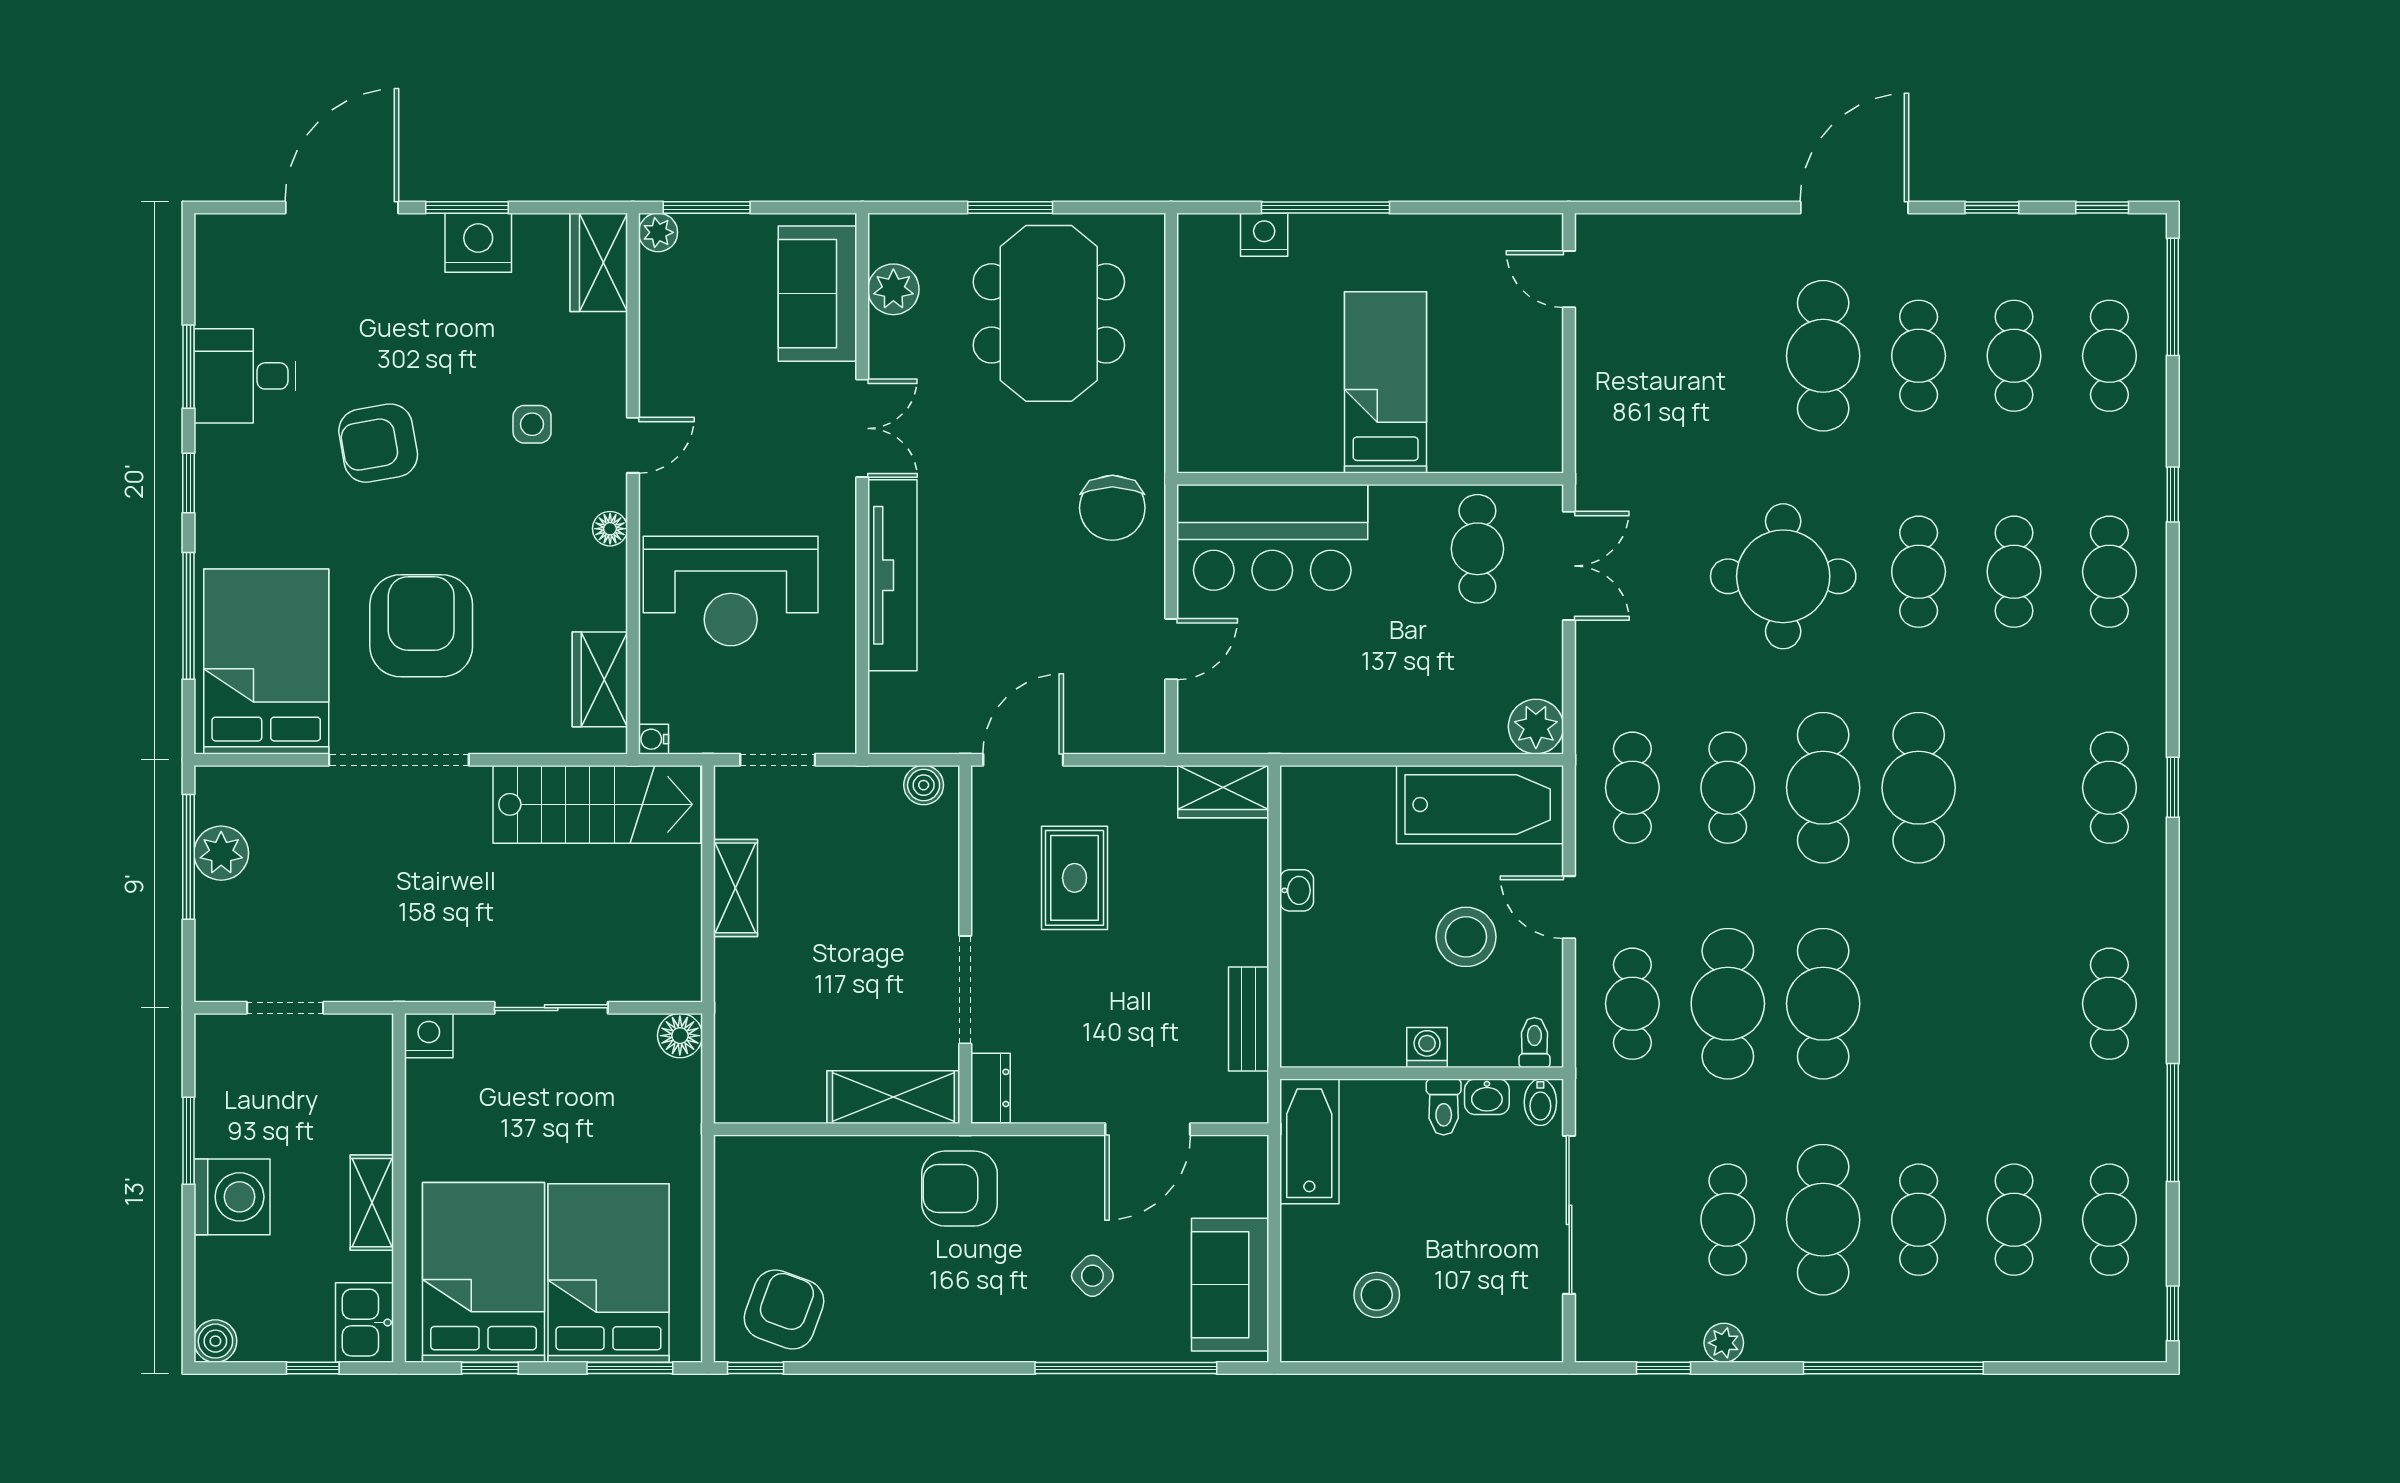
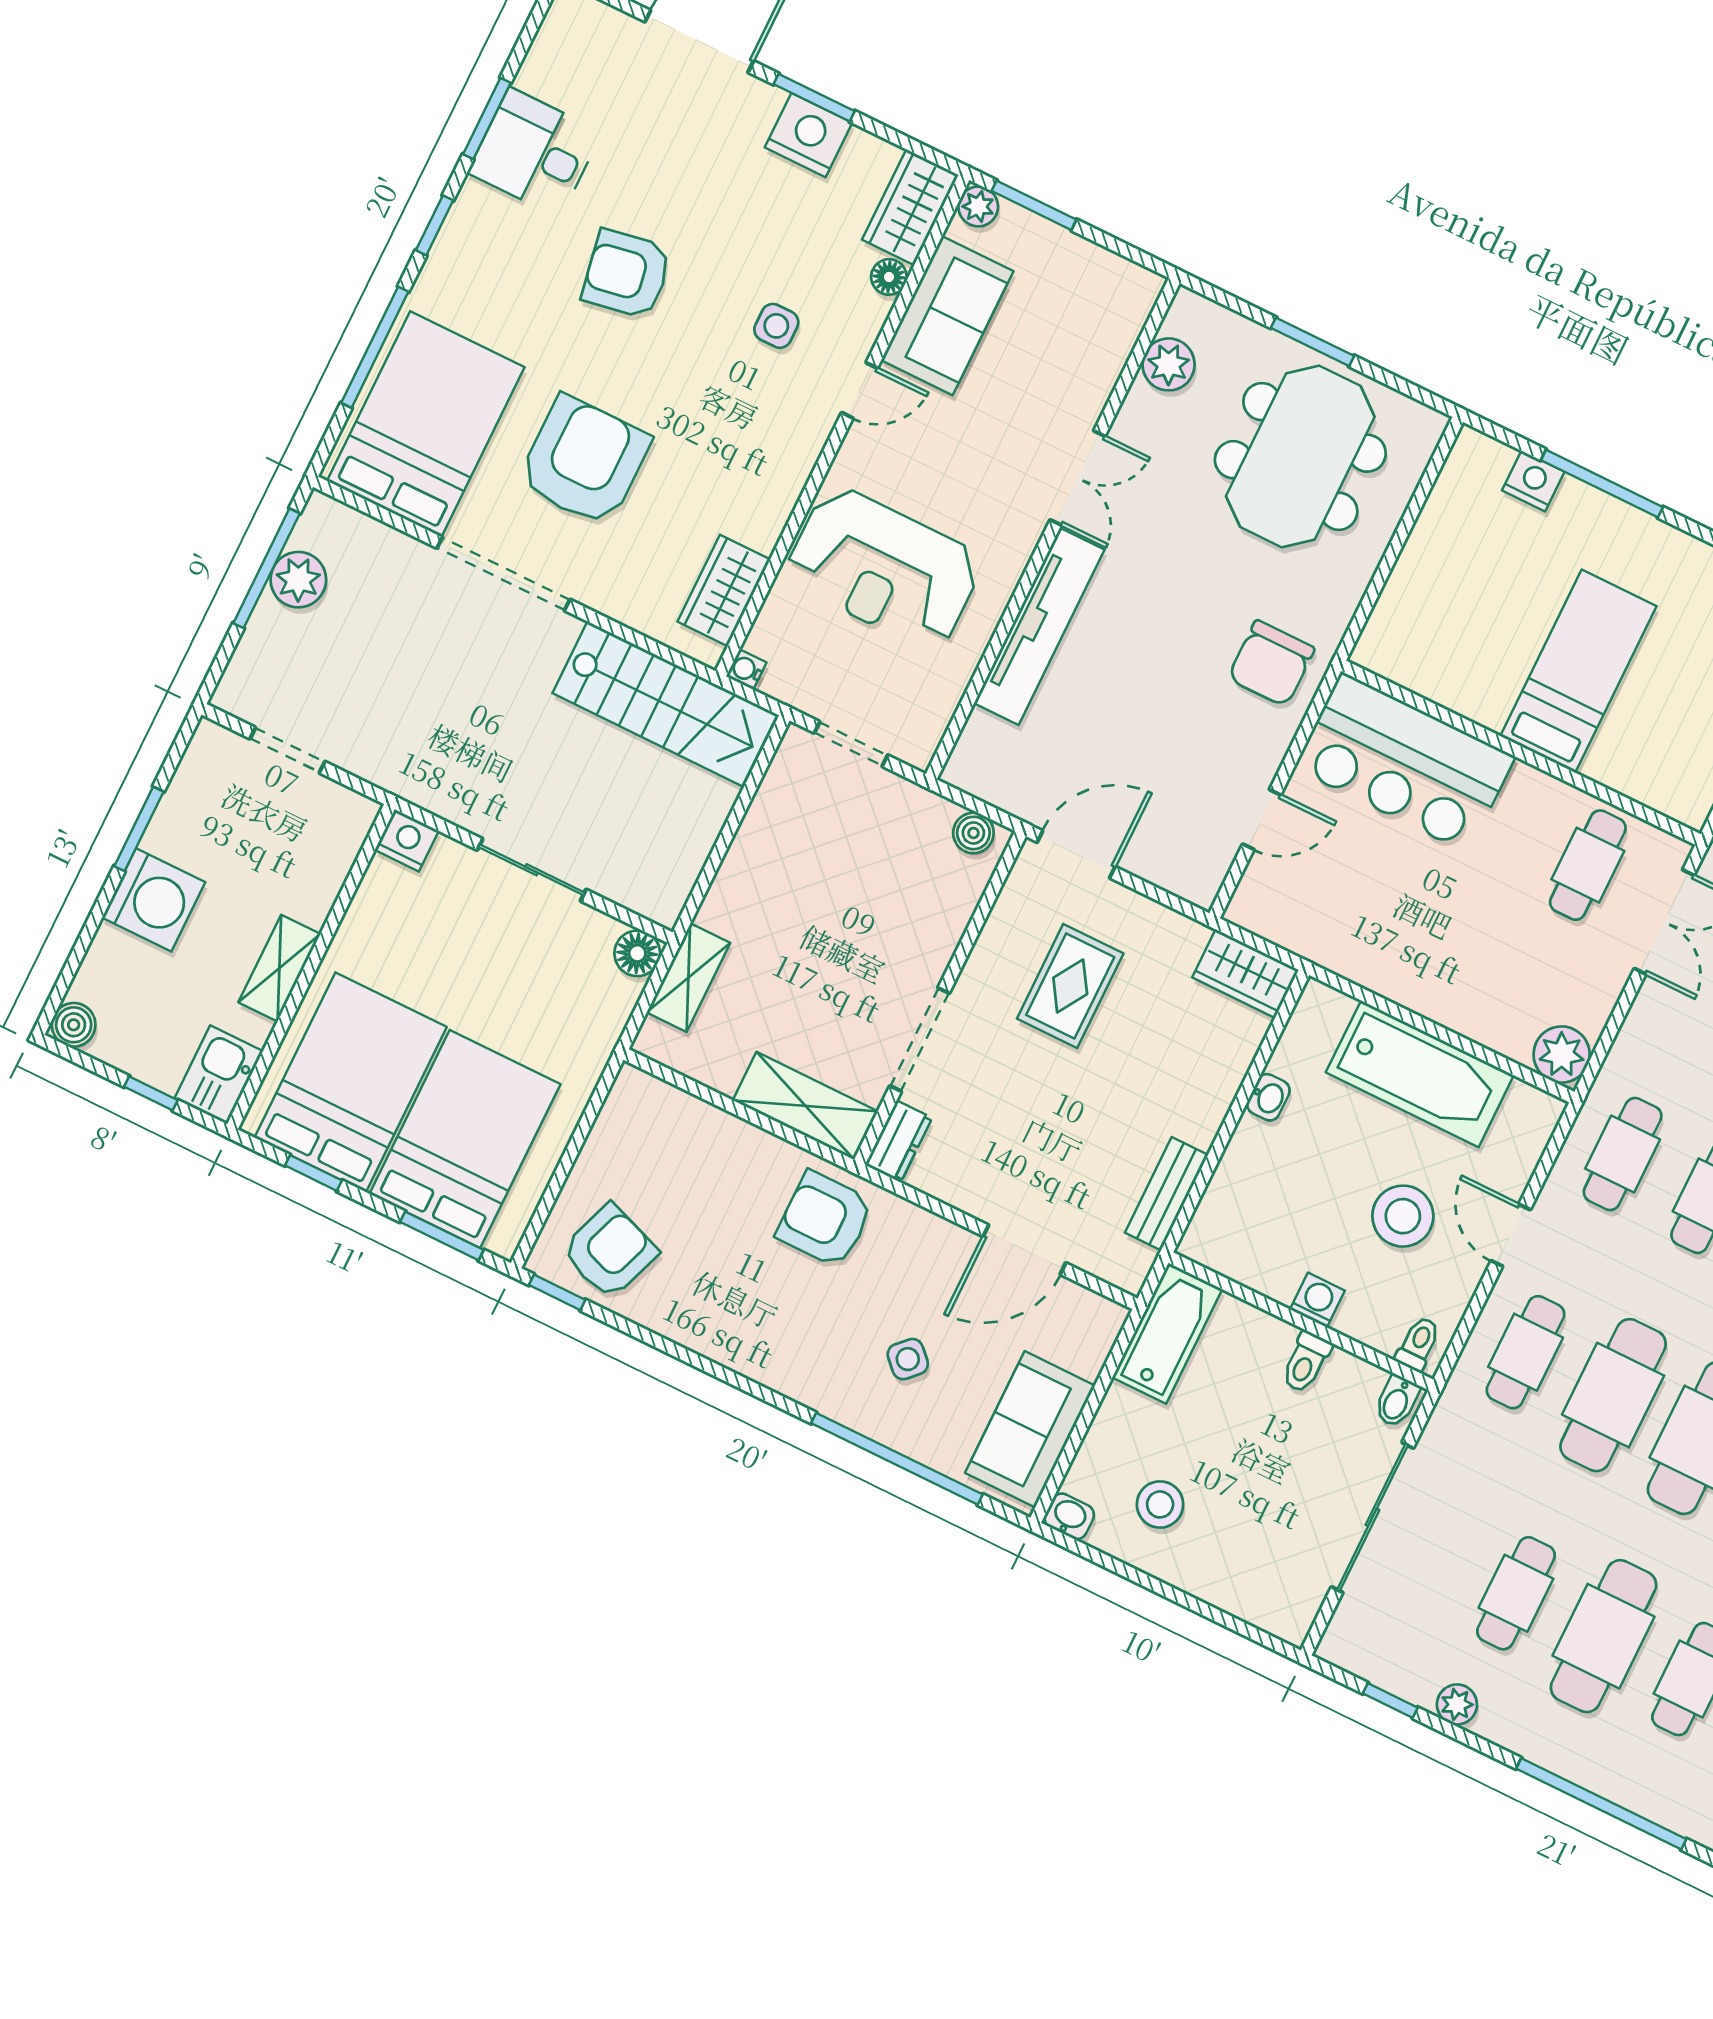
sofa: (818, 294) -> (947, 316), moved, turned 180
floor lamp: (610, 529) -> (889, 277), moved
bathtub: (1480, 805) -> (1420, 1074), moved
shelving: (735, 888) -> (688, 978), moved
washbasin: (1487, 1097) -> (1069, 1516), moved, turned 180

